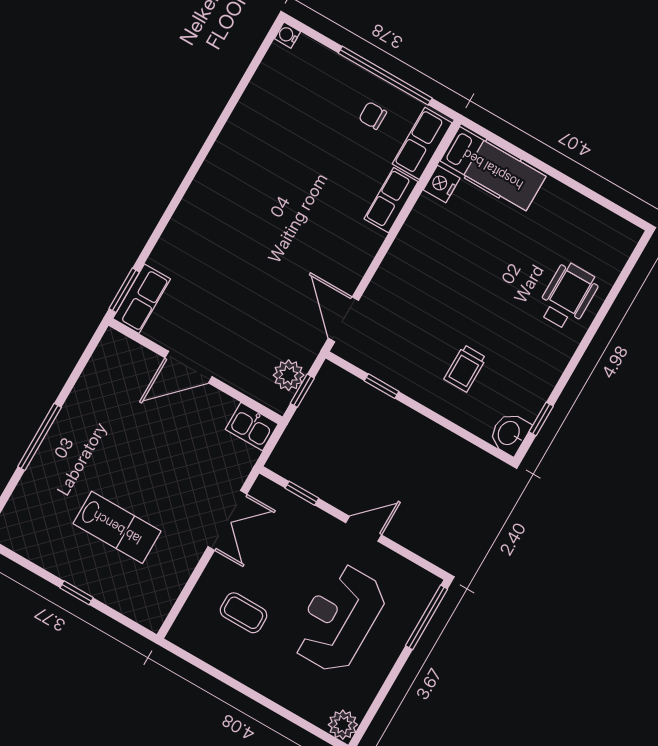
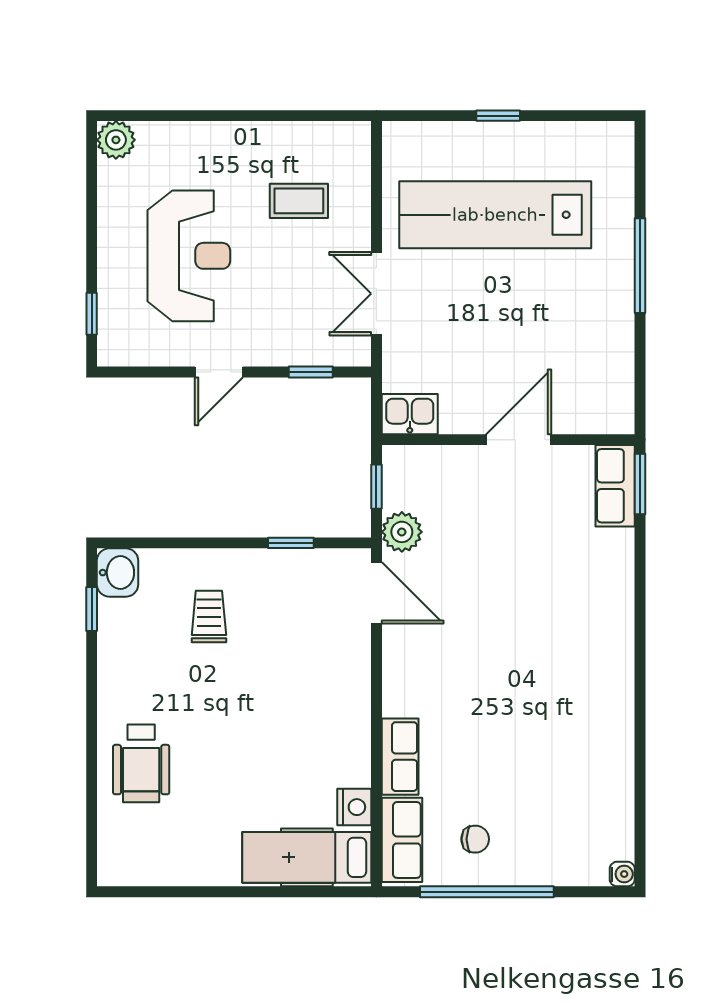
plant: (289, 375) -> (402, 532), moved
lab bench: (117, 527) -> (495, 215), width x1.86, depth x1.39
window: (427, 617) -> (92, 314), width x0.46

